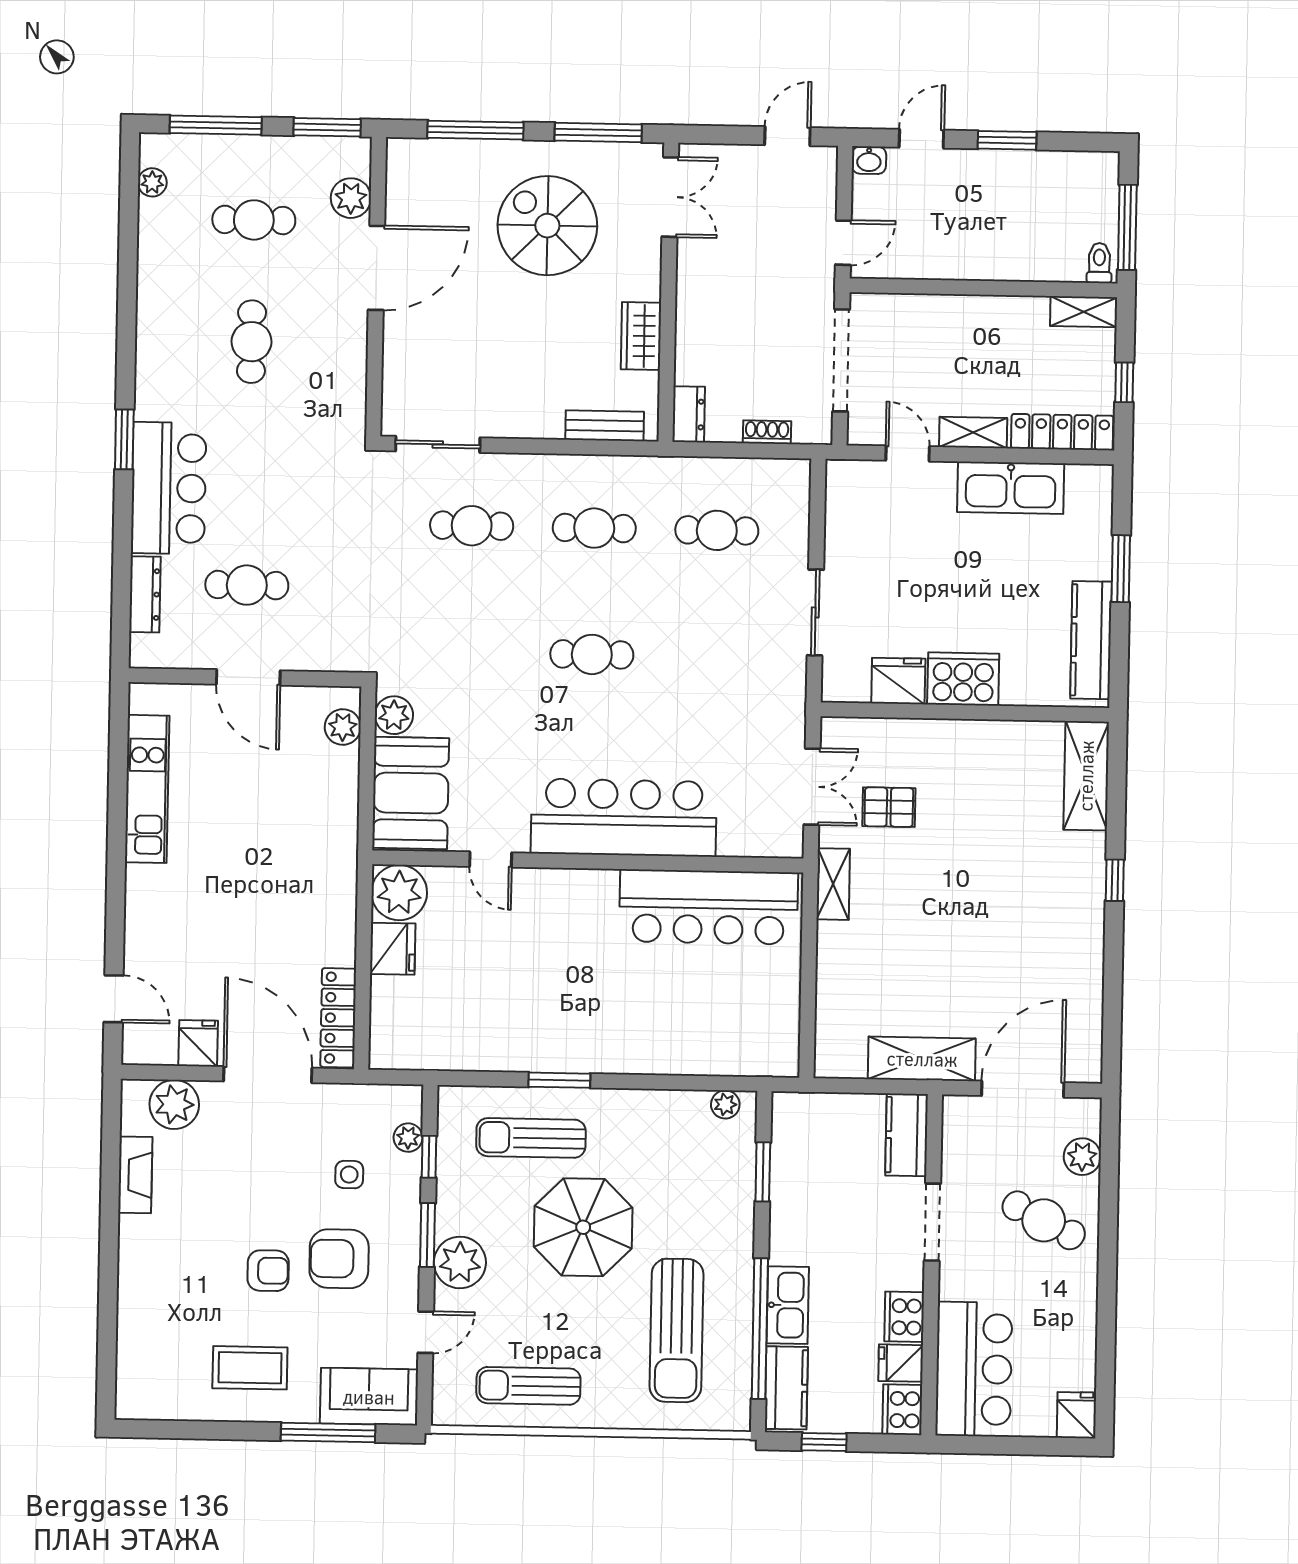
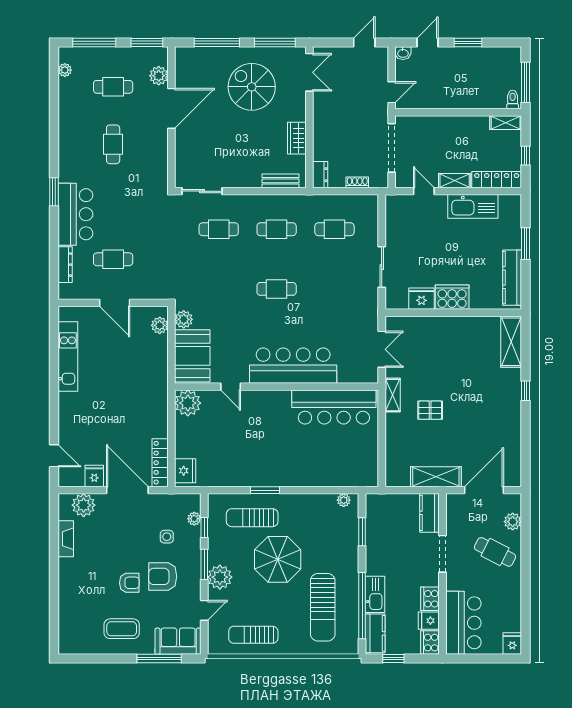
pallet: (889, 807) -> (430, 410), moved
fridge: (393, 949) -> (185, 471), moved

